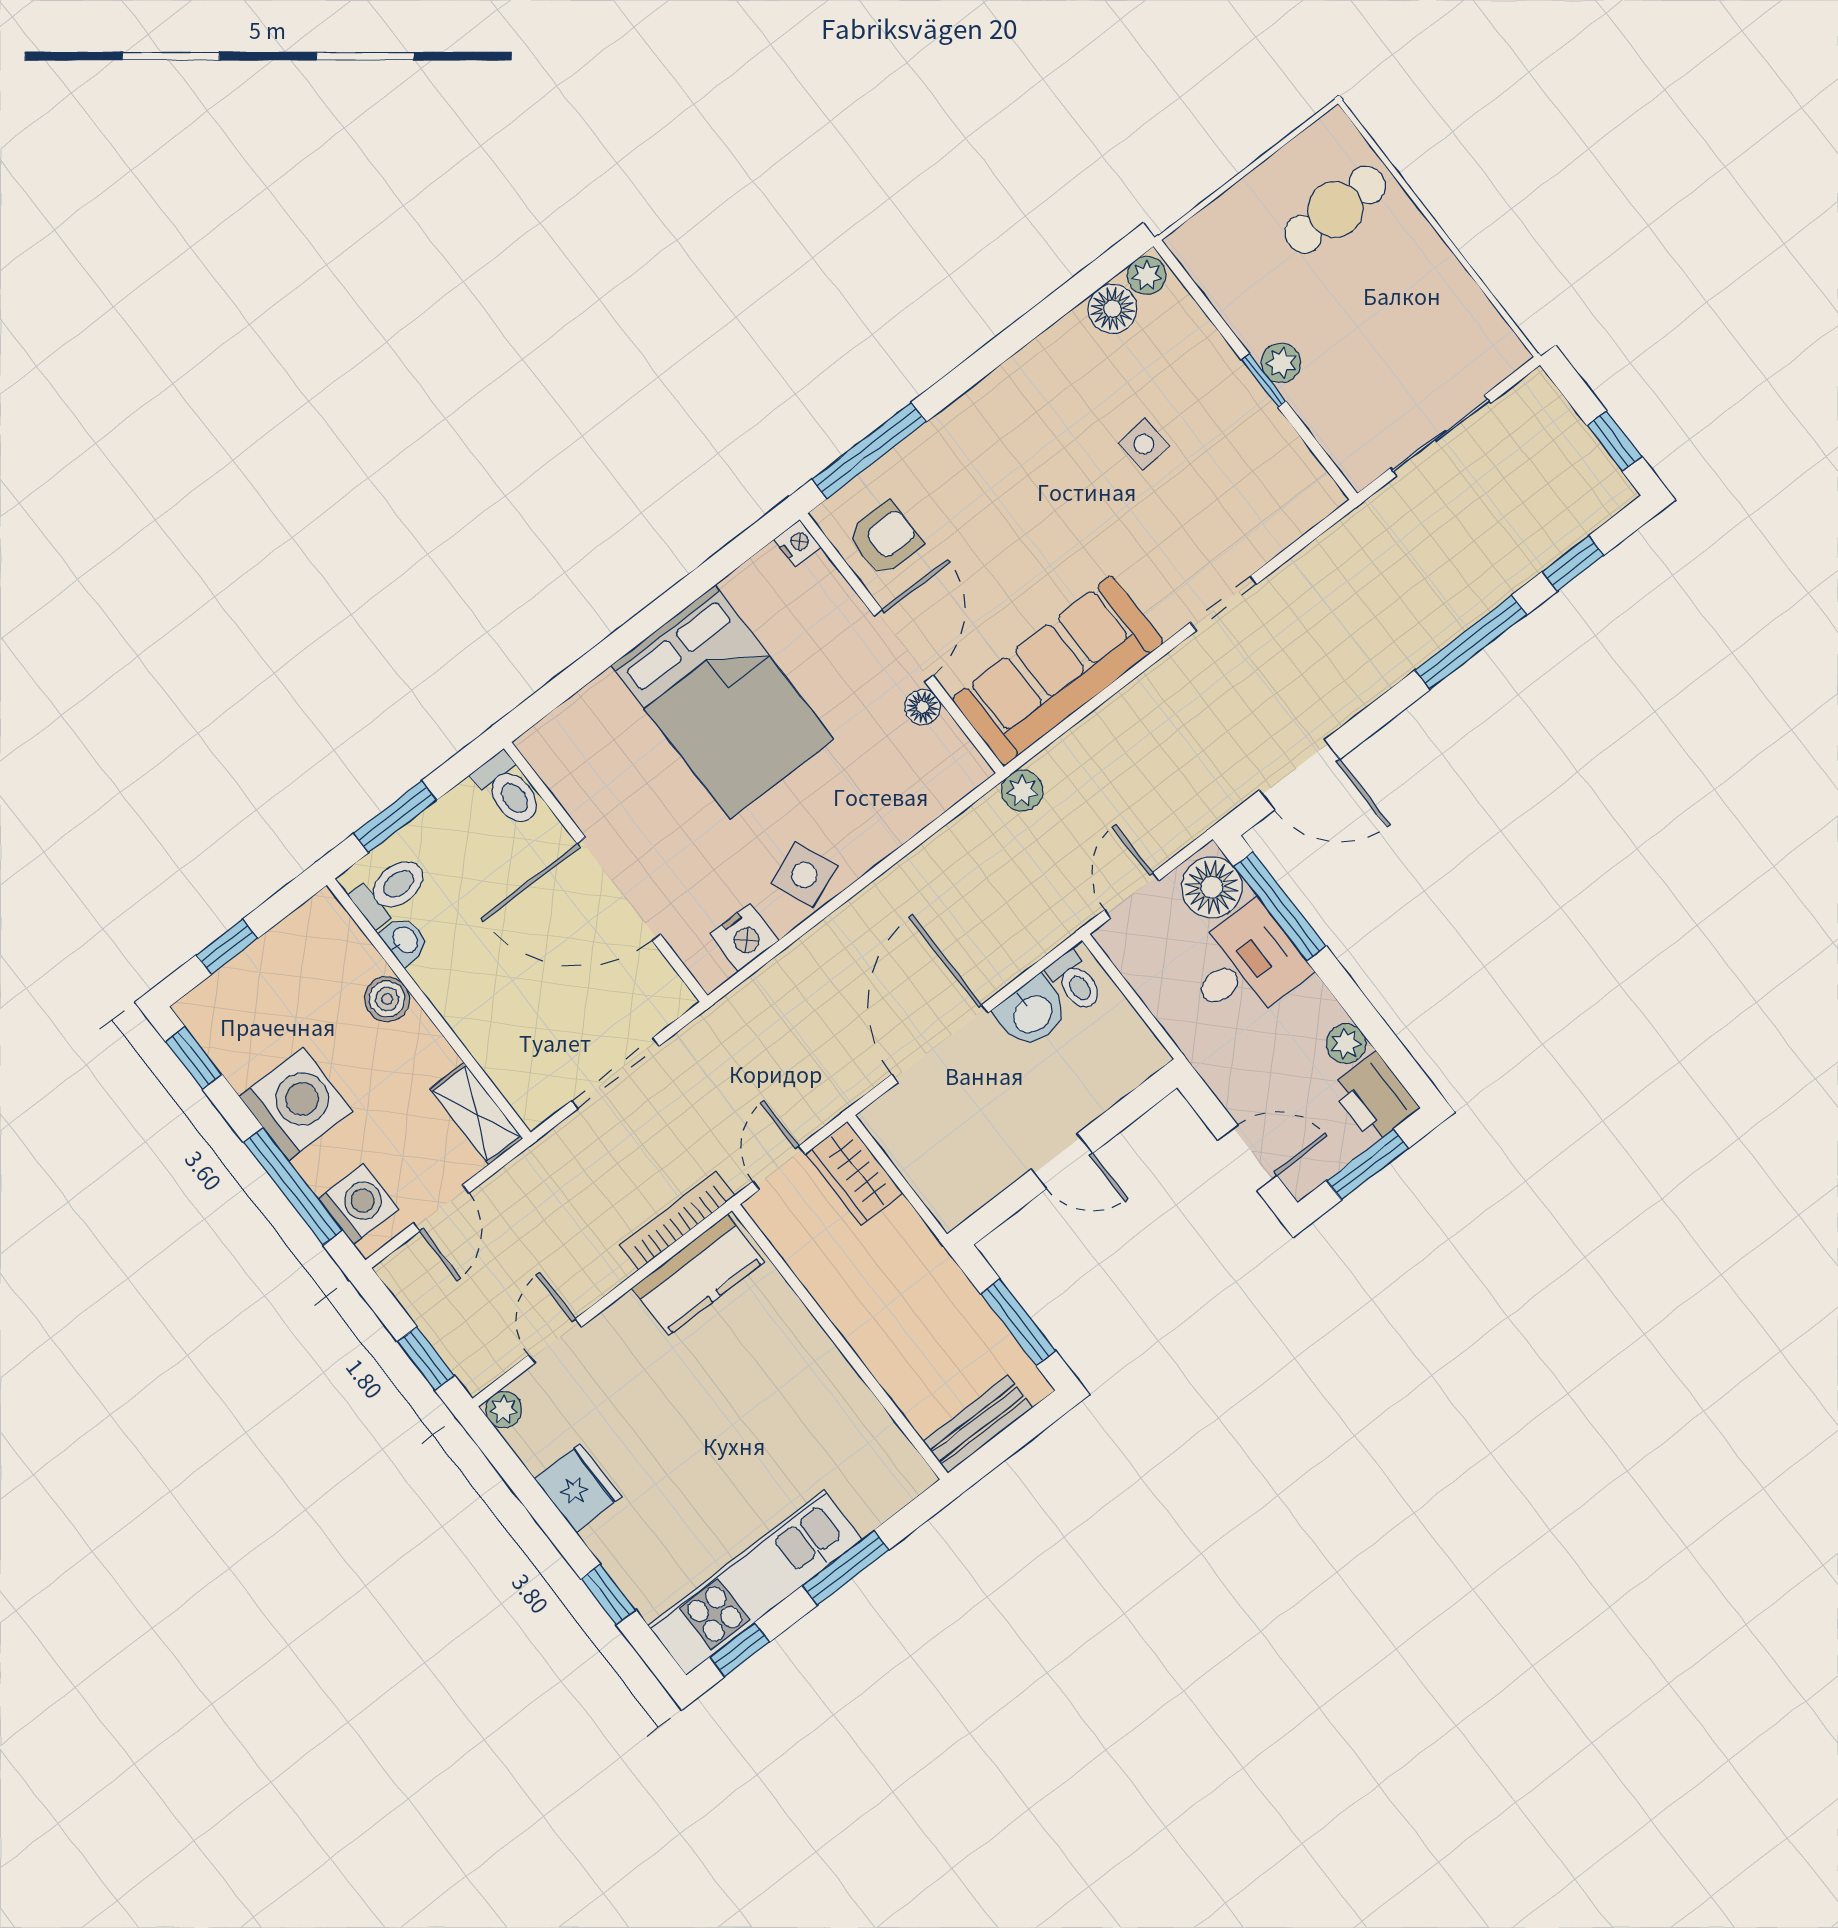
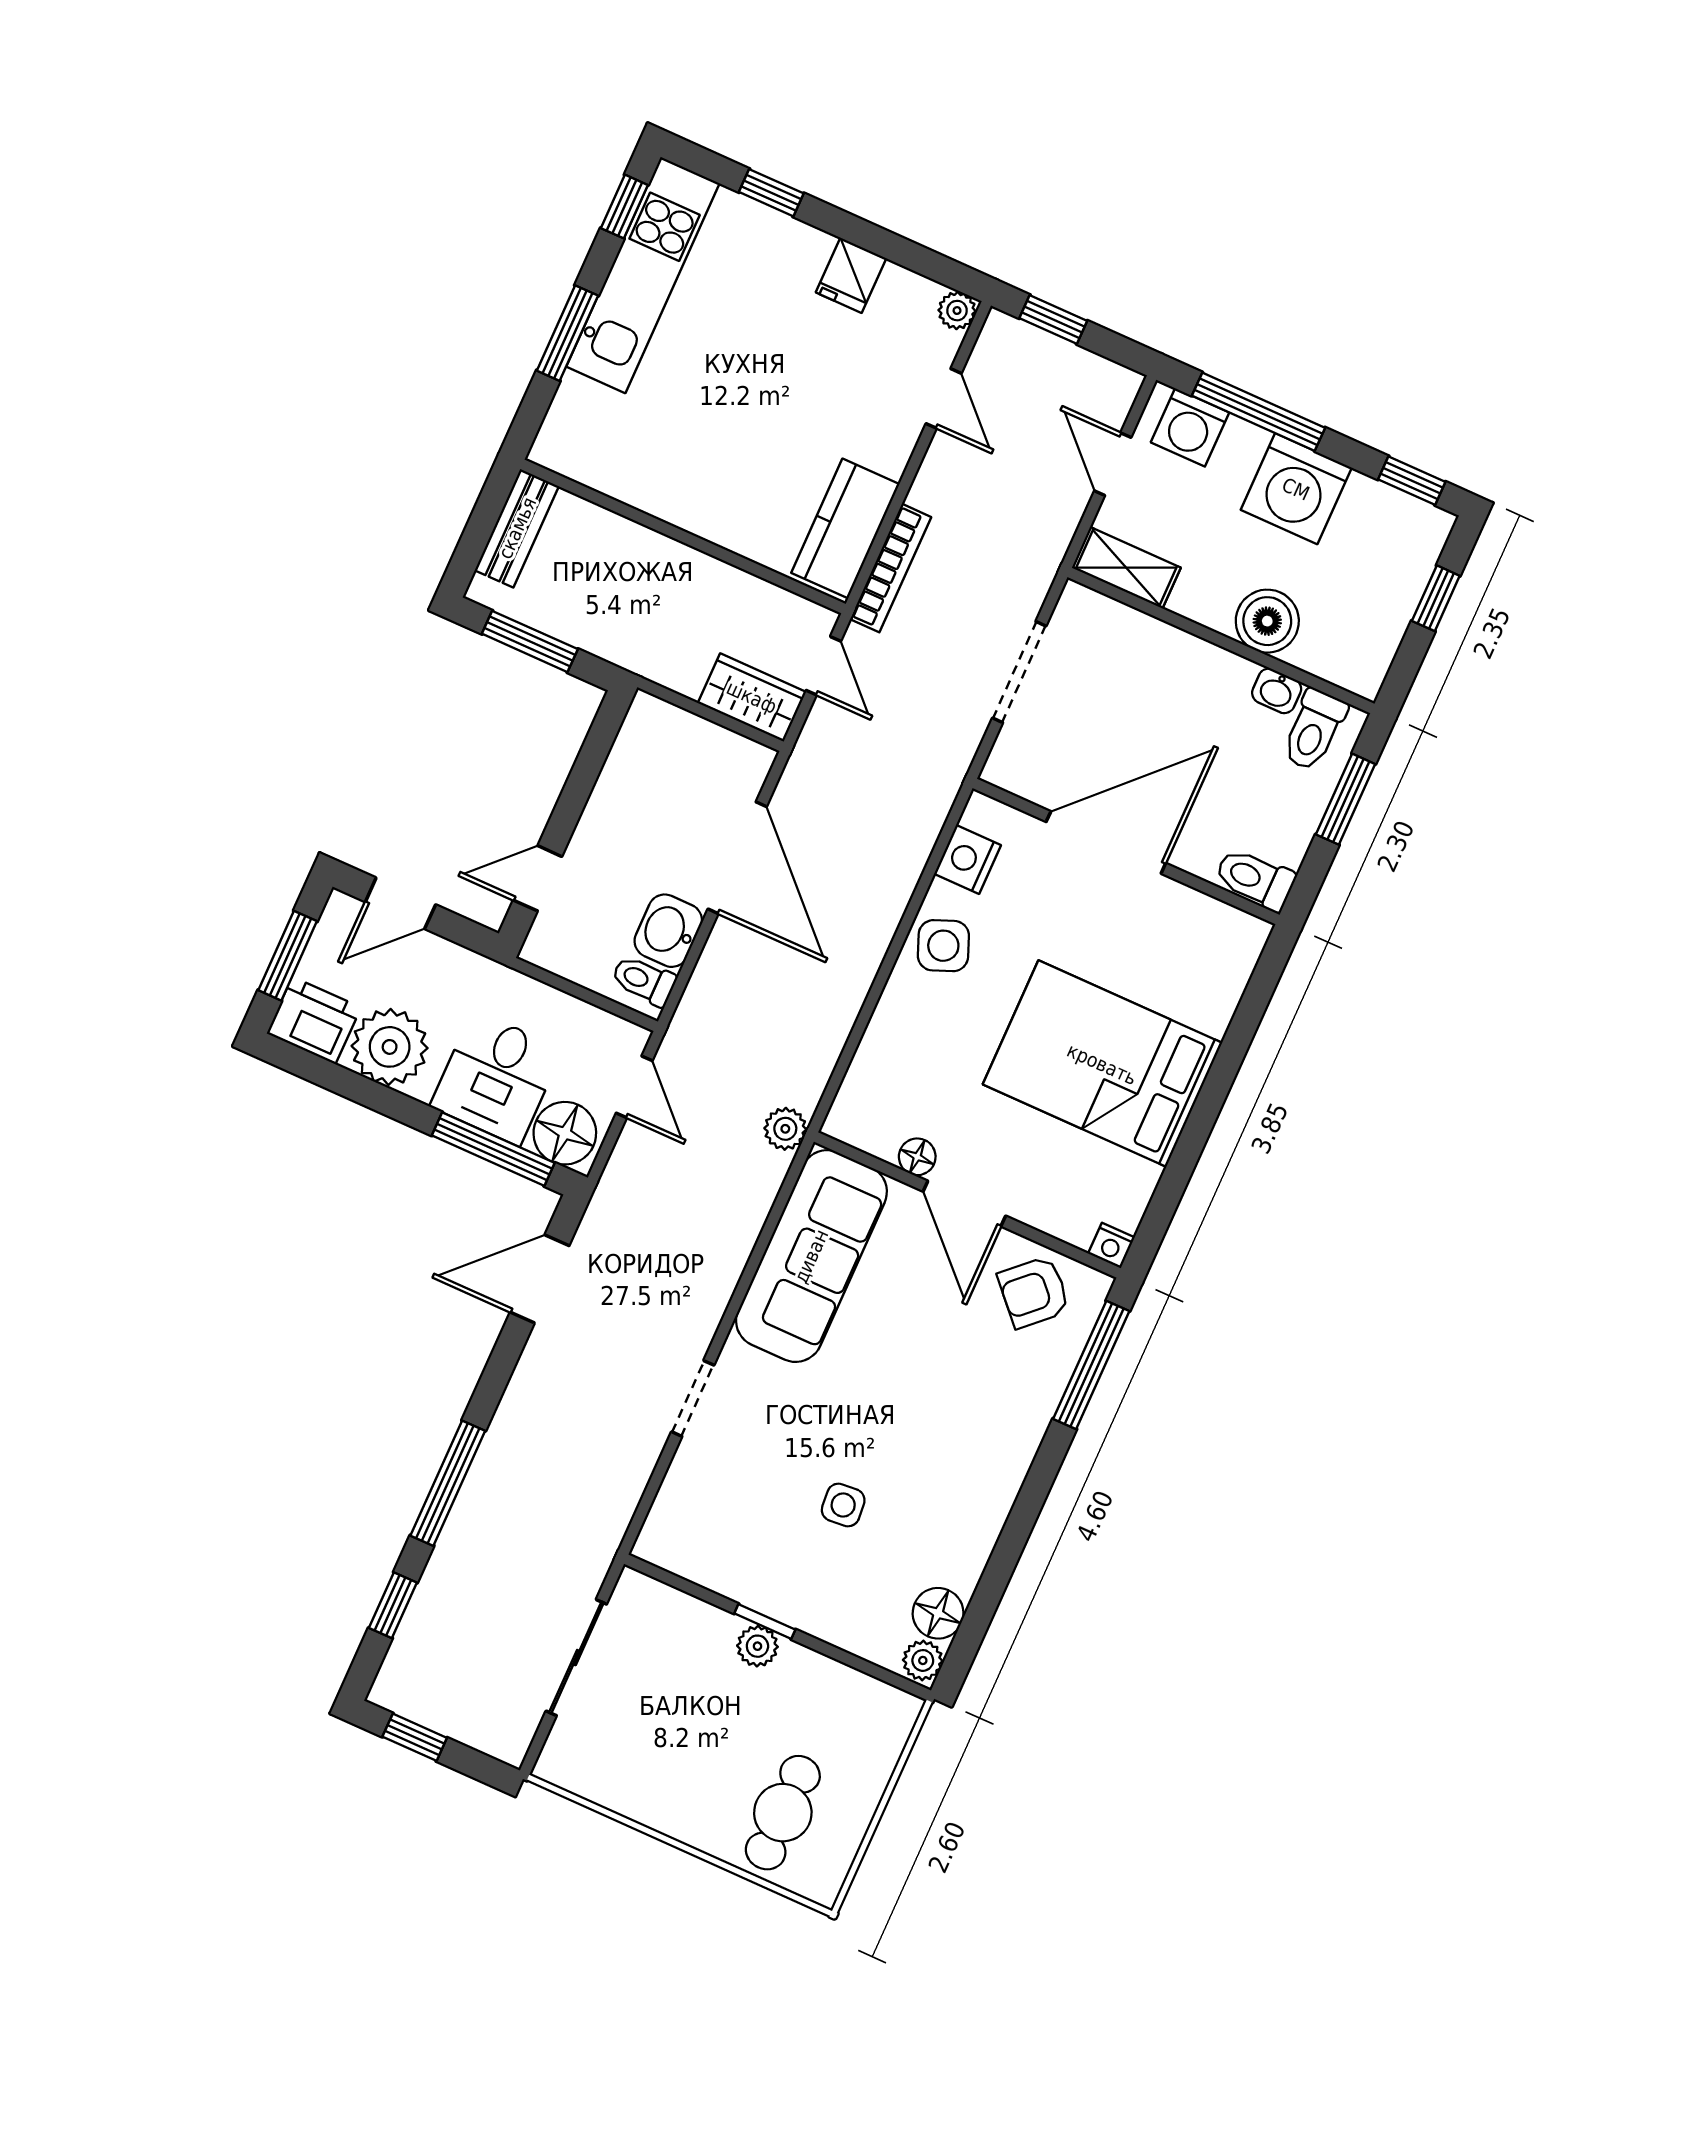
armchair: (885, 539) -> (1034, 1292), turned 47
boiler: (387, 999) -> (1267, 621), width x1.36, depth x1.36
plant: (1346, 1044) -> (390, 1047), width x1.88, depth x1.88
door: (1062, 1161) -> (538, 878), moved
fridge: (578, 1488) -> (851, 275), width x0.72

